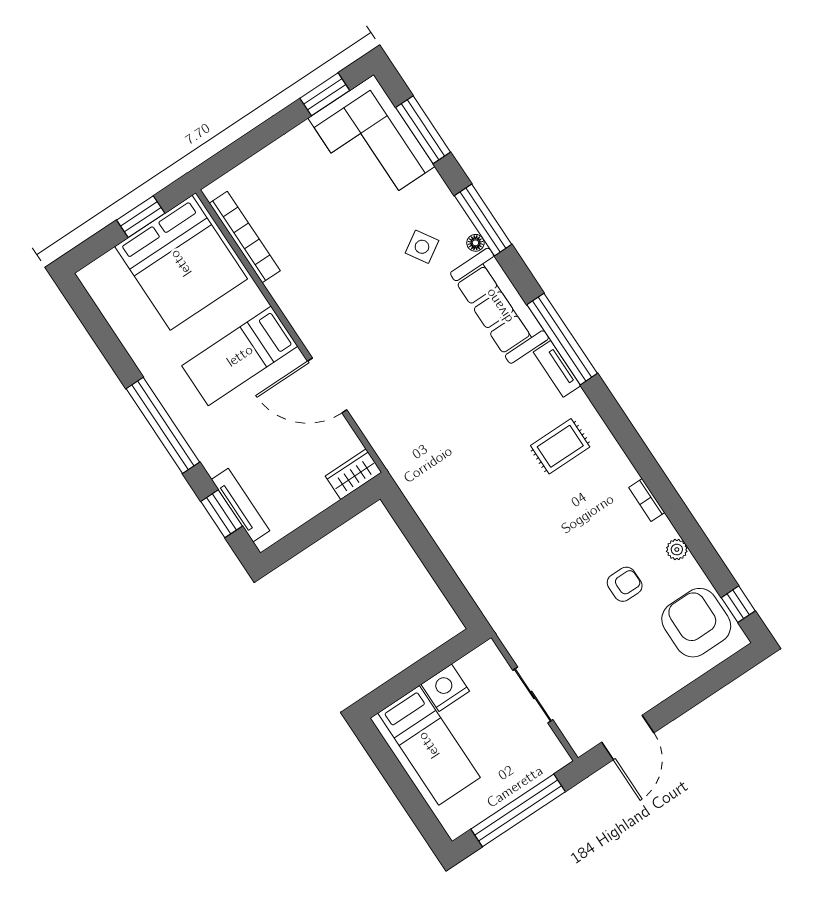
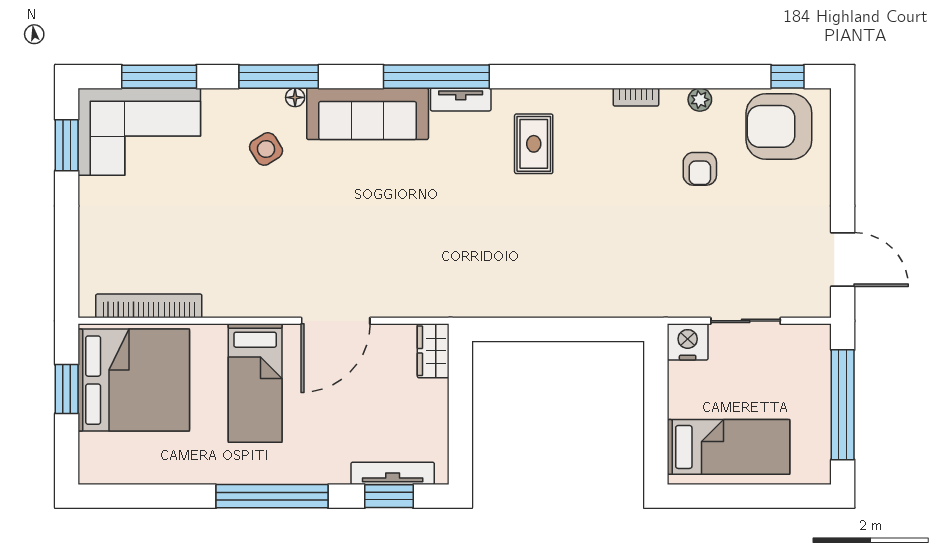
armchair: (625, 584) -> (700, 169), turned 180
nightstand: (445, 688) -> (688, 342), moved, turned 90

